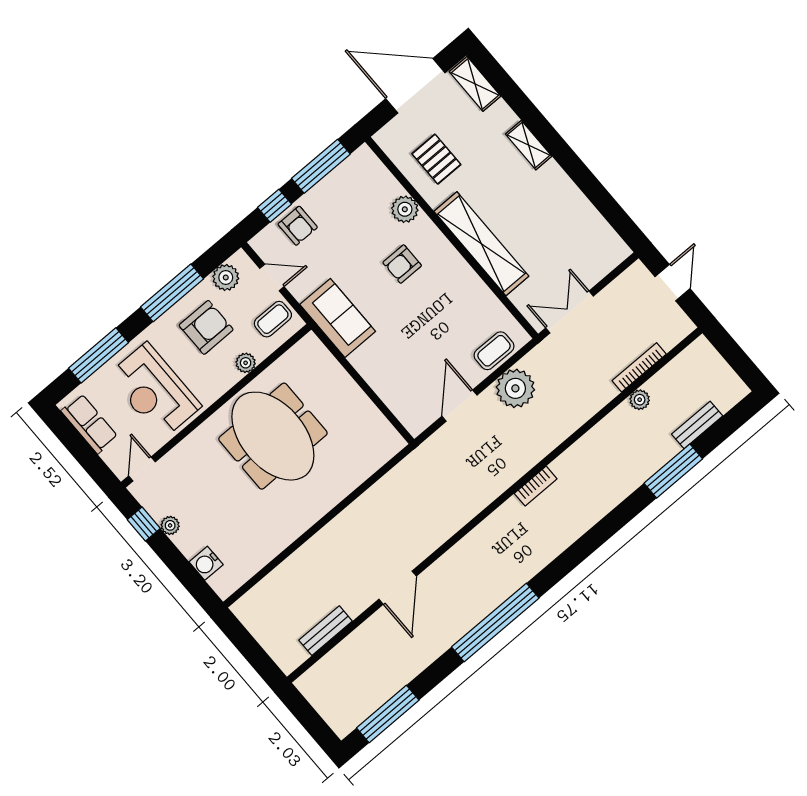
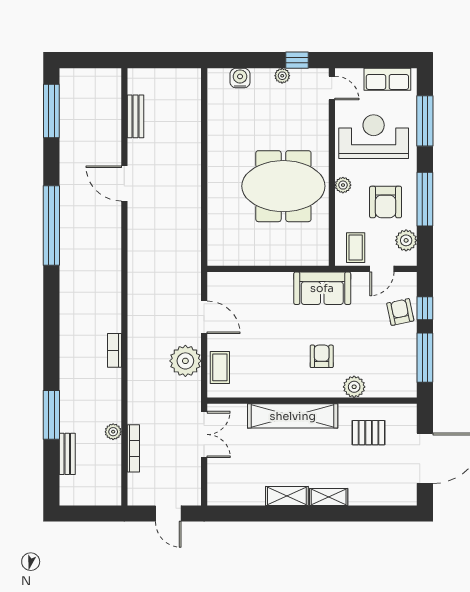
shelving: (475, 84) -> (287, 496), moved
armchair: (298, 226) -> (400, 312), turned 78
plant: (246, 363) -> (343, 185), moved
bookcase: (536, 486) -> (114, 350), moved

